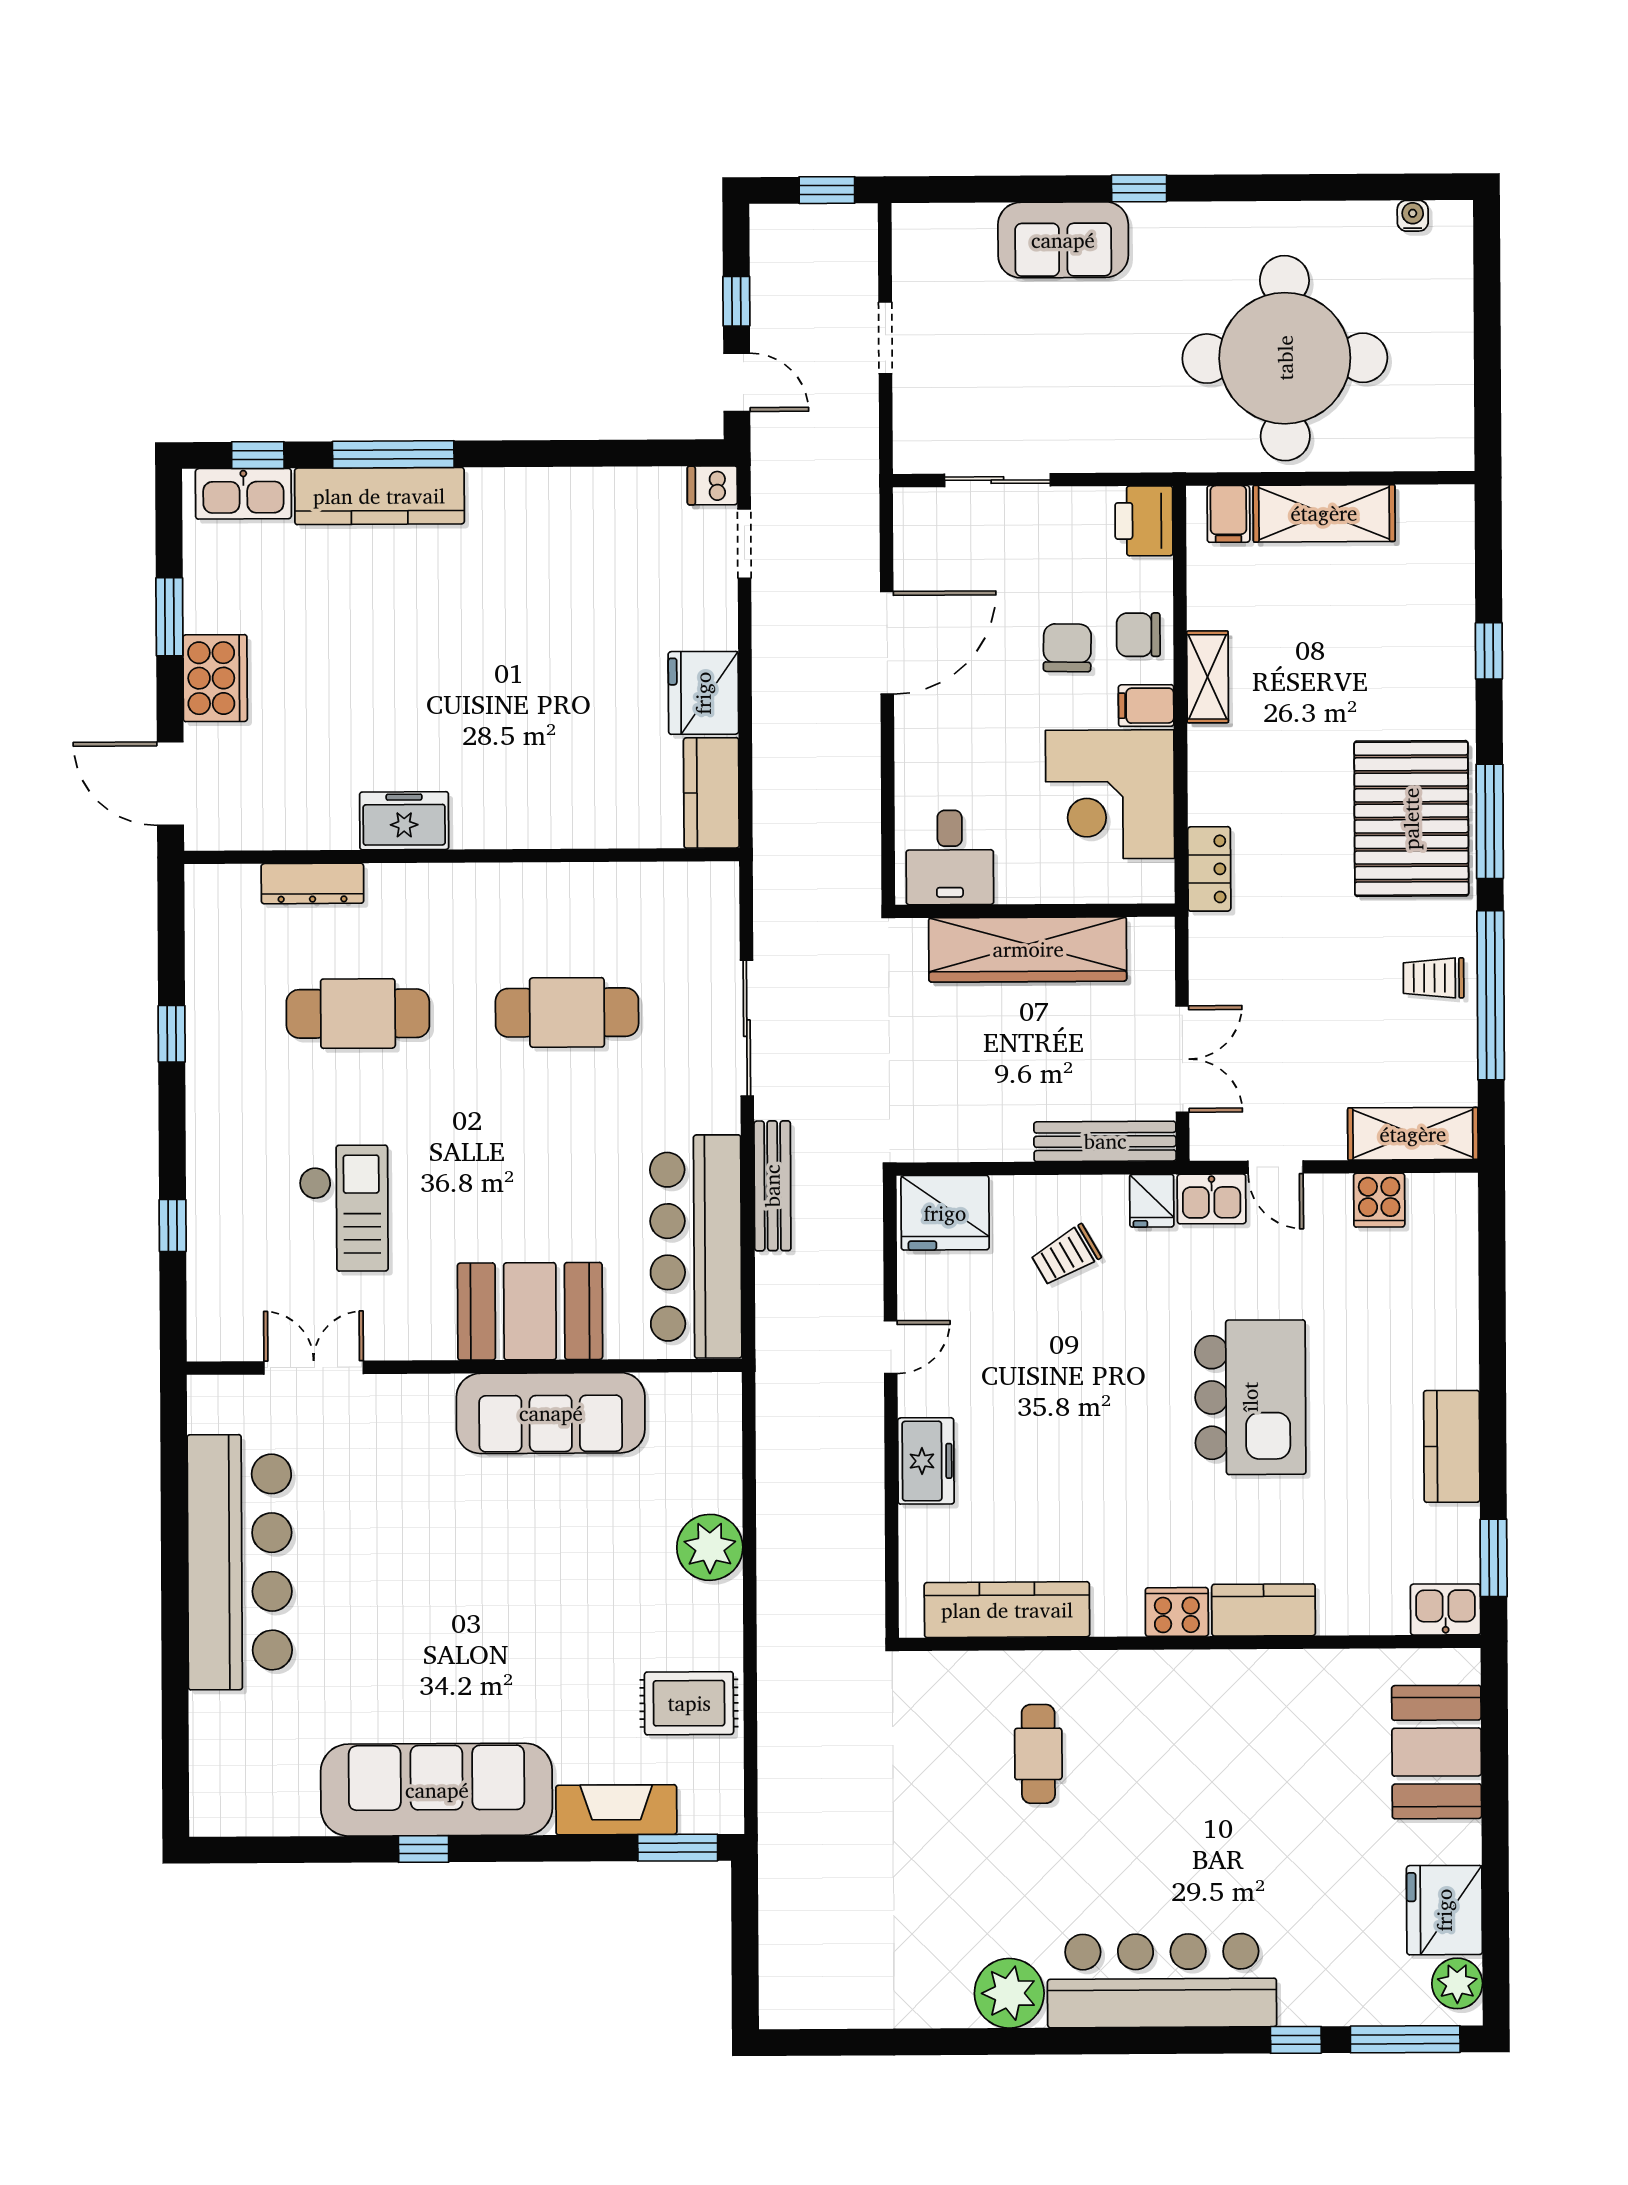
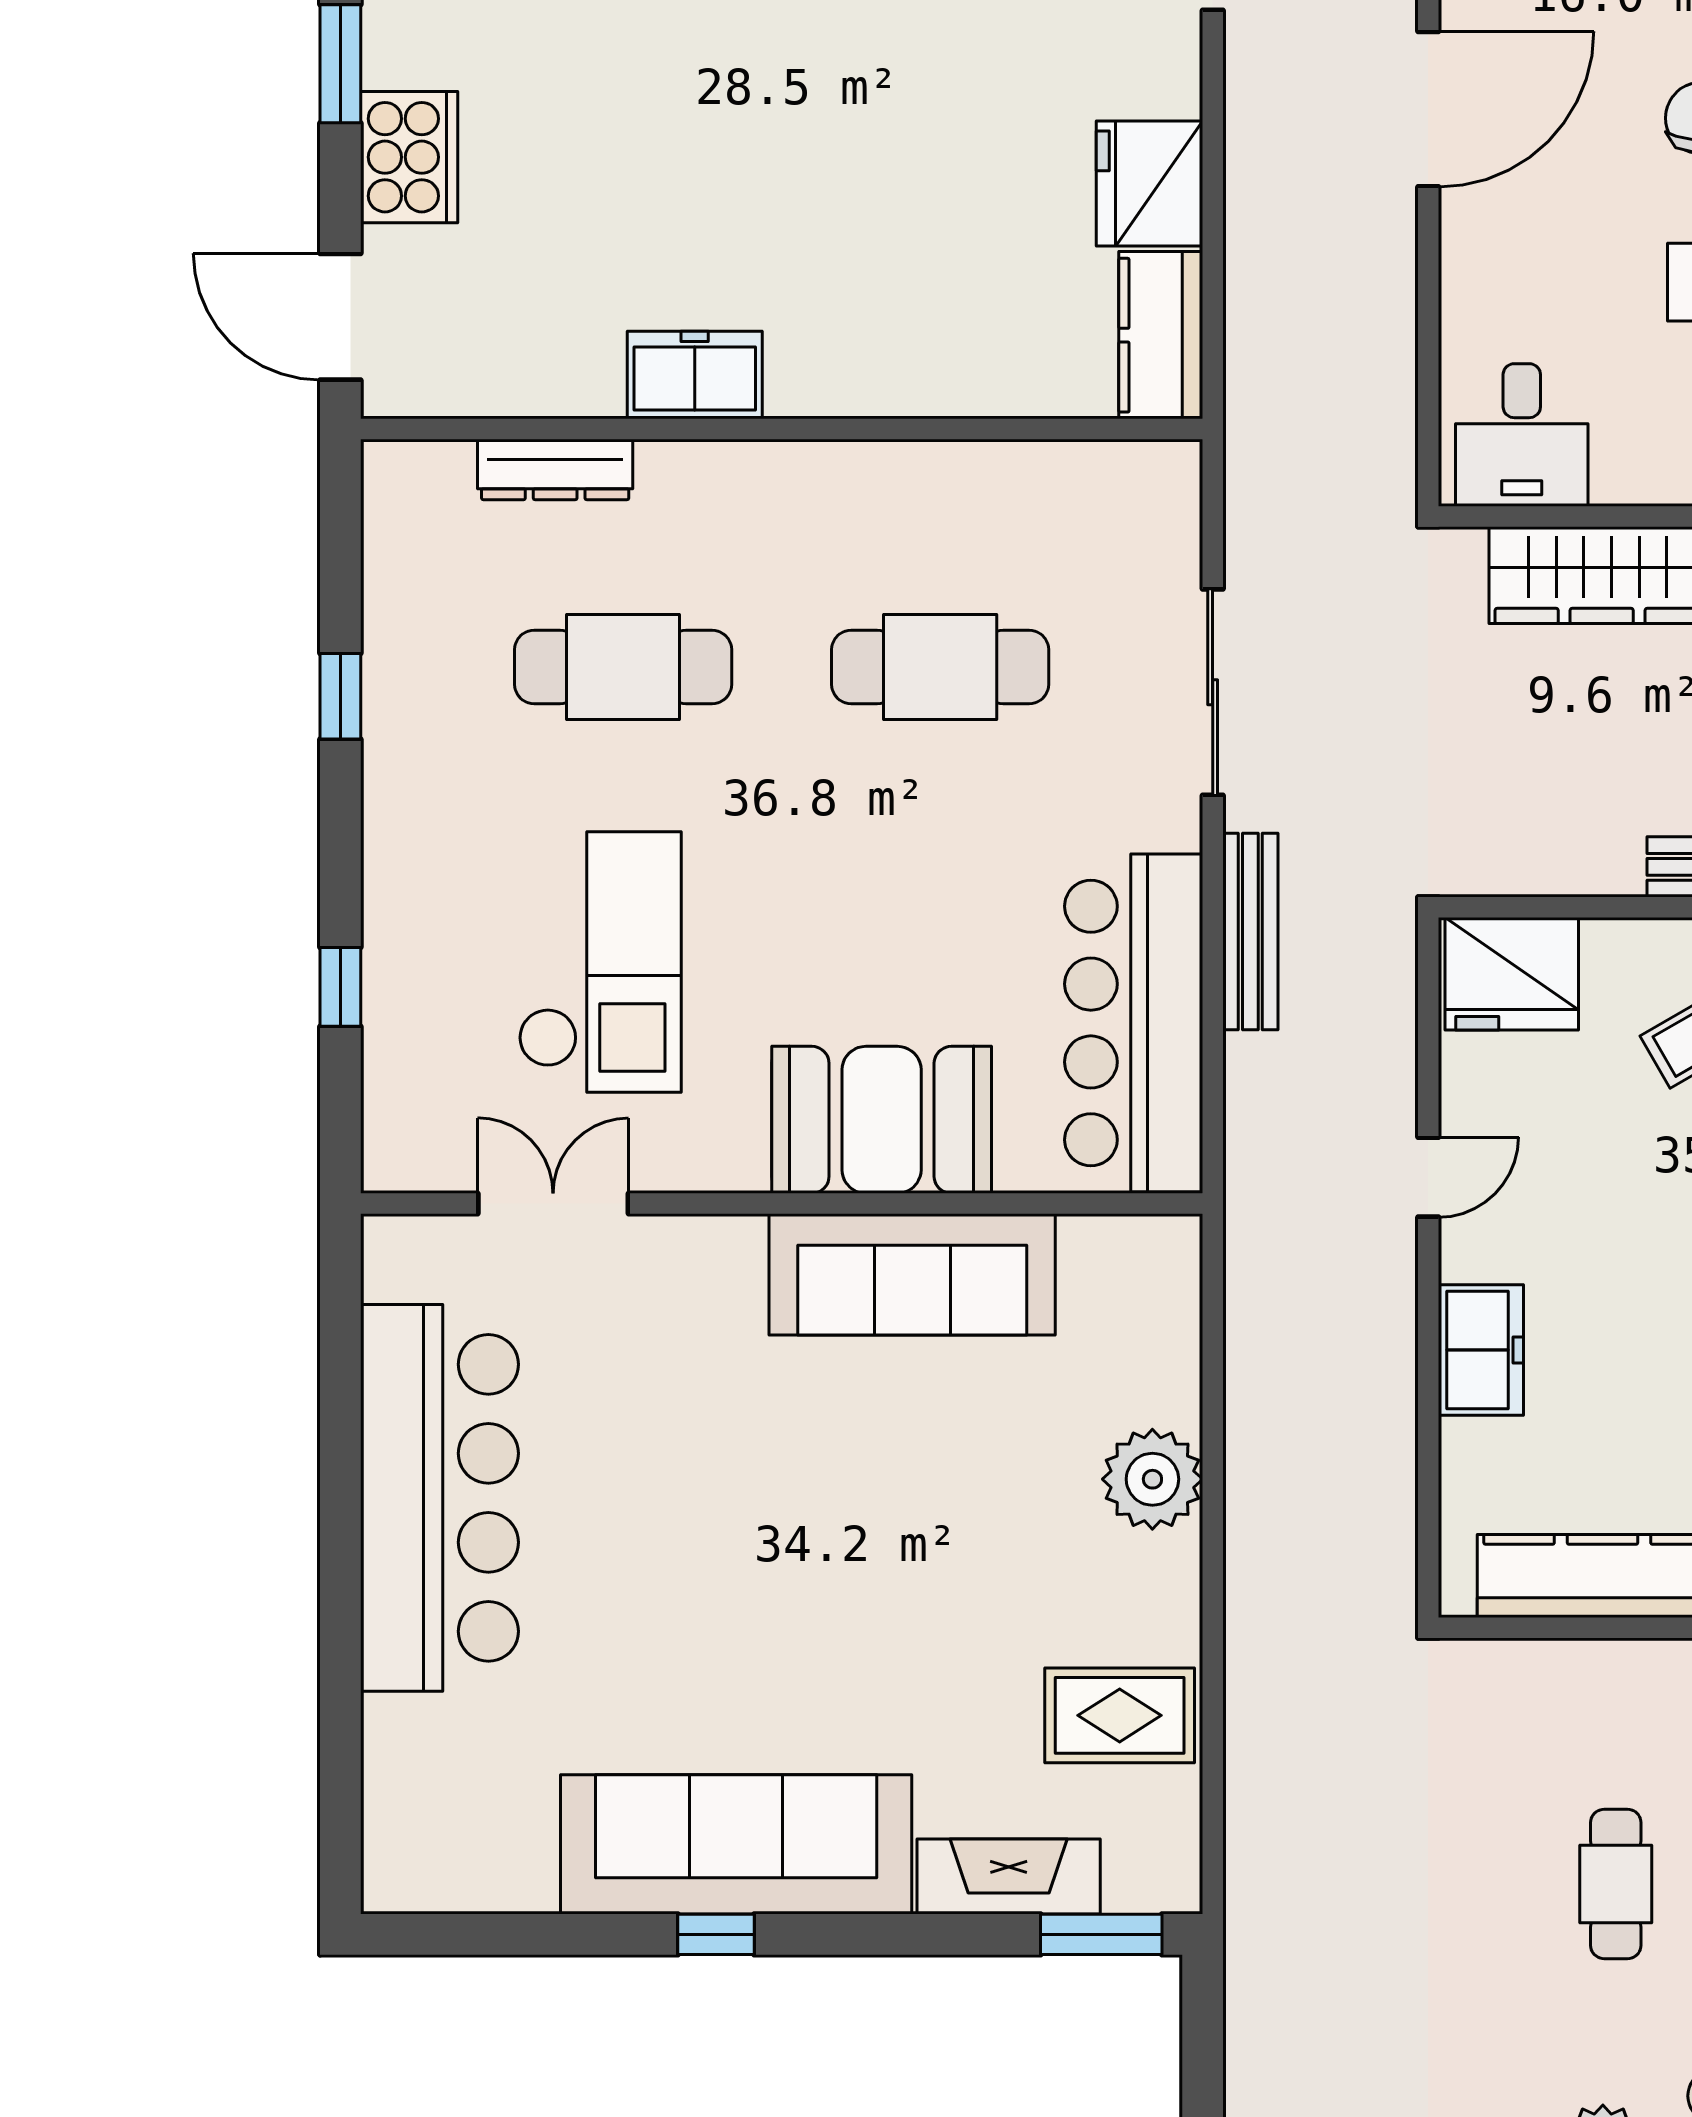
checkout: (344, 1208) -> (600, 962), width x1.36, depth x1.21
cafe table: (1038, 1754) -> (1616, 1884), moved

